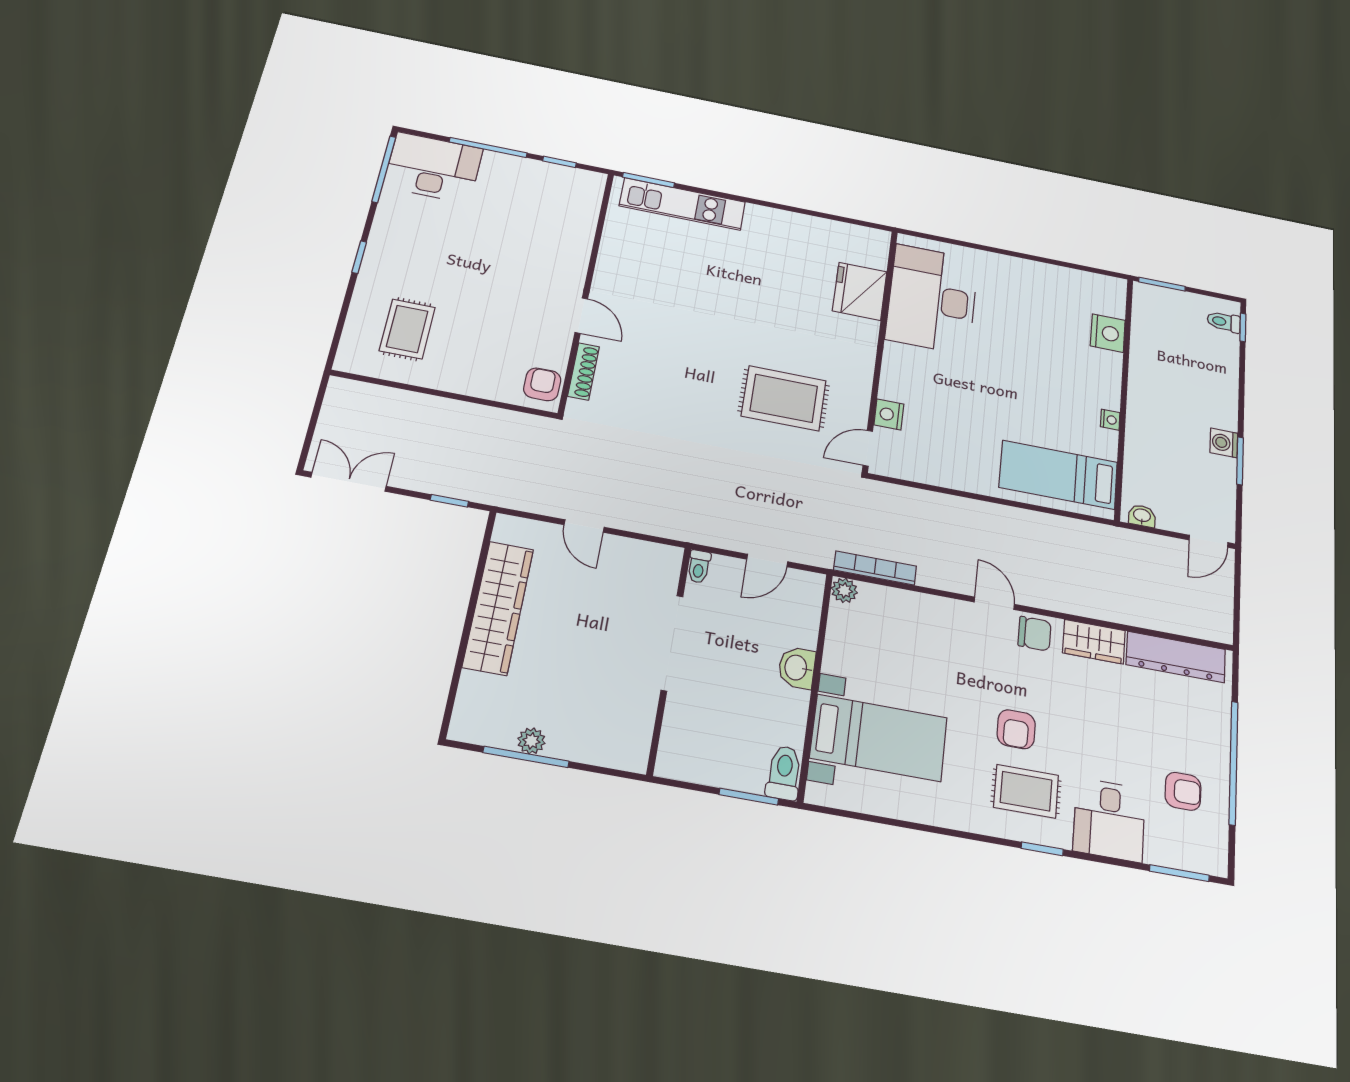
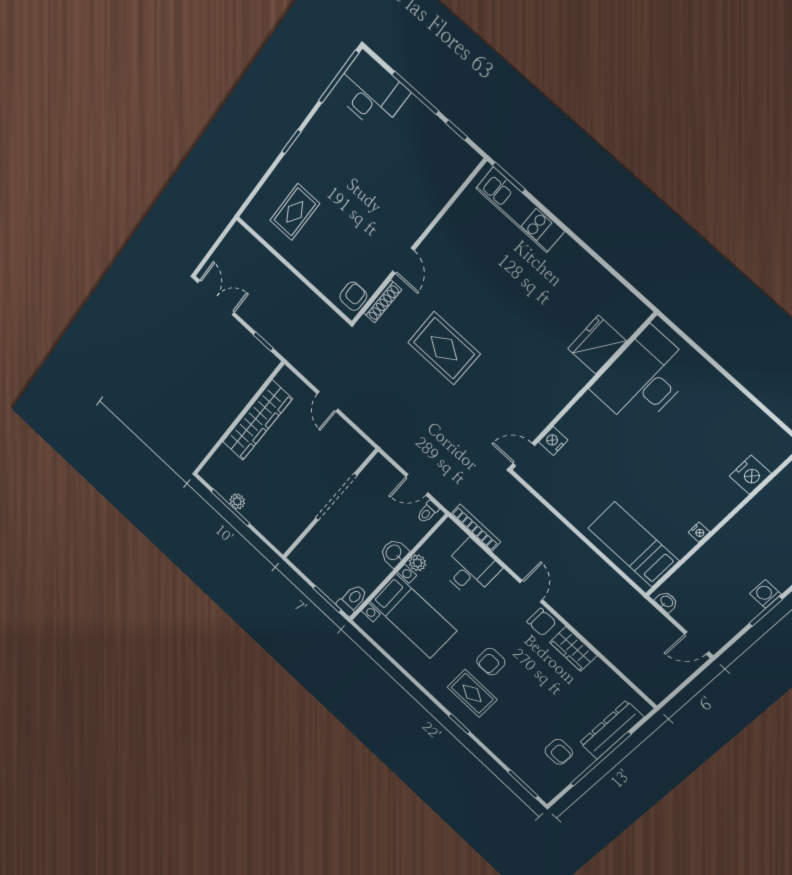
rug: (784, 398) -> (444, 348), moved
toilet: (699, 567) -> (428, 512), moved
plant: (844, 590) -> (417, 563), moved
dresser: (1176, 657) -> (611, 730), moved, turned 90
desk: (1109, 820) -> (471, 569), moved, turned 180

